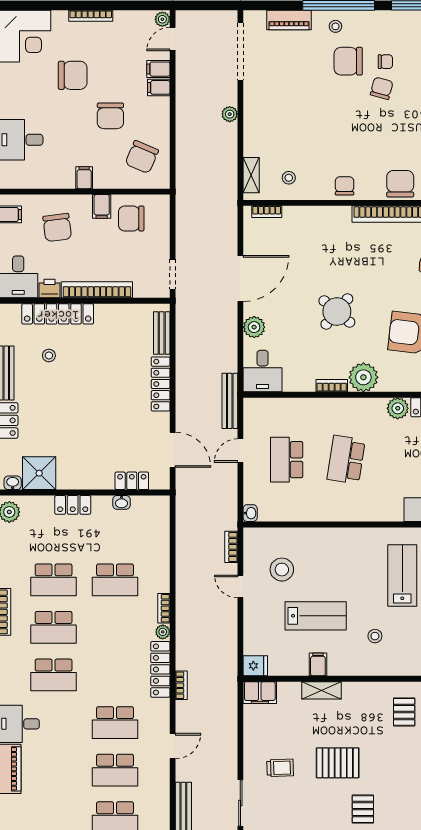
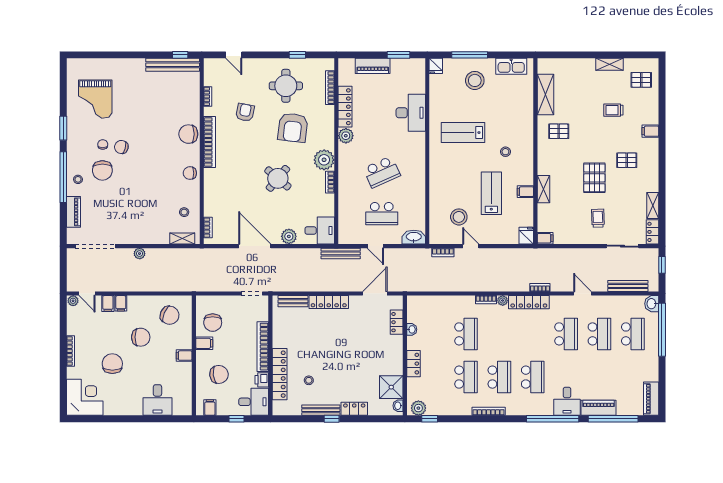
school desk: (346, 460) -> (382, 172), turned -33
washbasin: (250, 513) -> (414, 237), width x1.91, depth x1.45
door: (240, 587) -> (471, 246), swing flipped
filing cabinet: (260, 693) -> (545, 238), width x0.50

